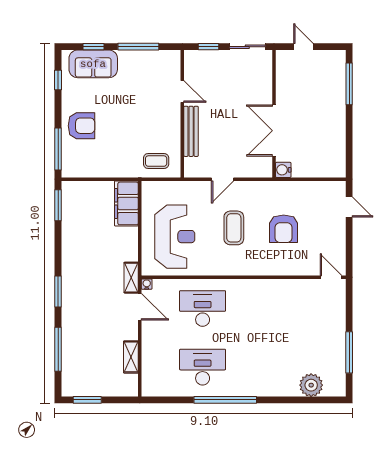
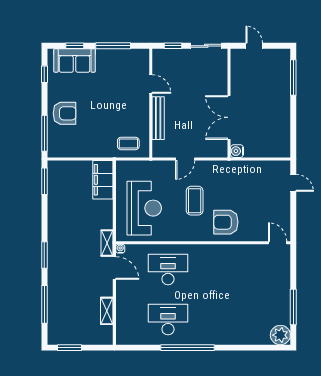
armchair: (284, 229) -> (226, 222), moved, turned 90
plant: (311, 385) -> (280, 335), moved

